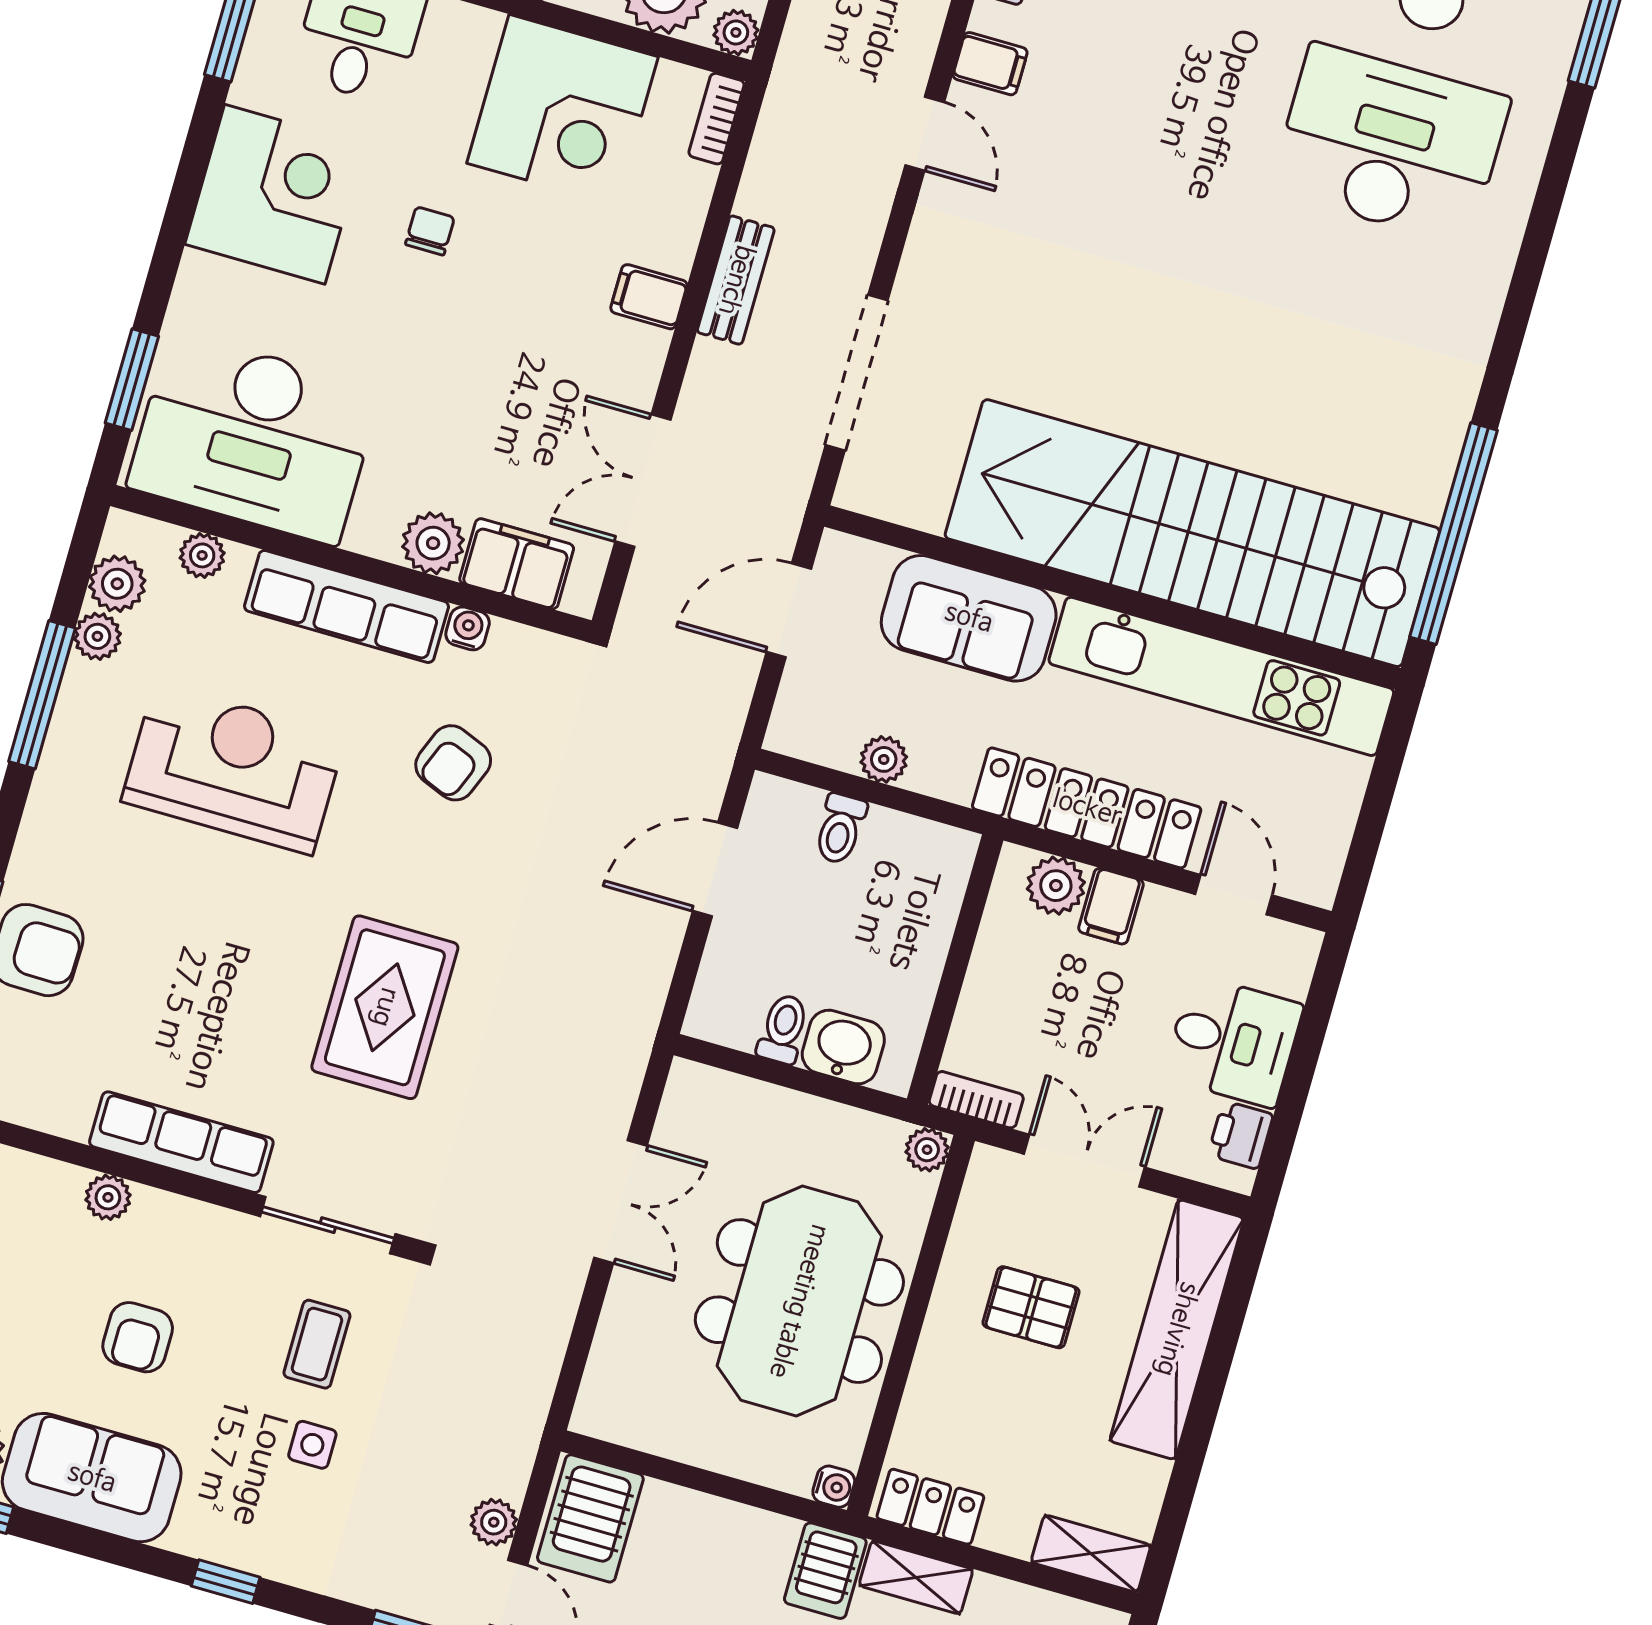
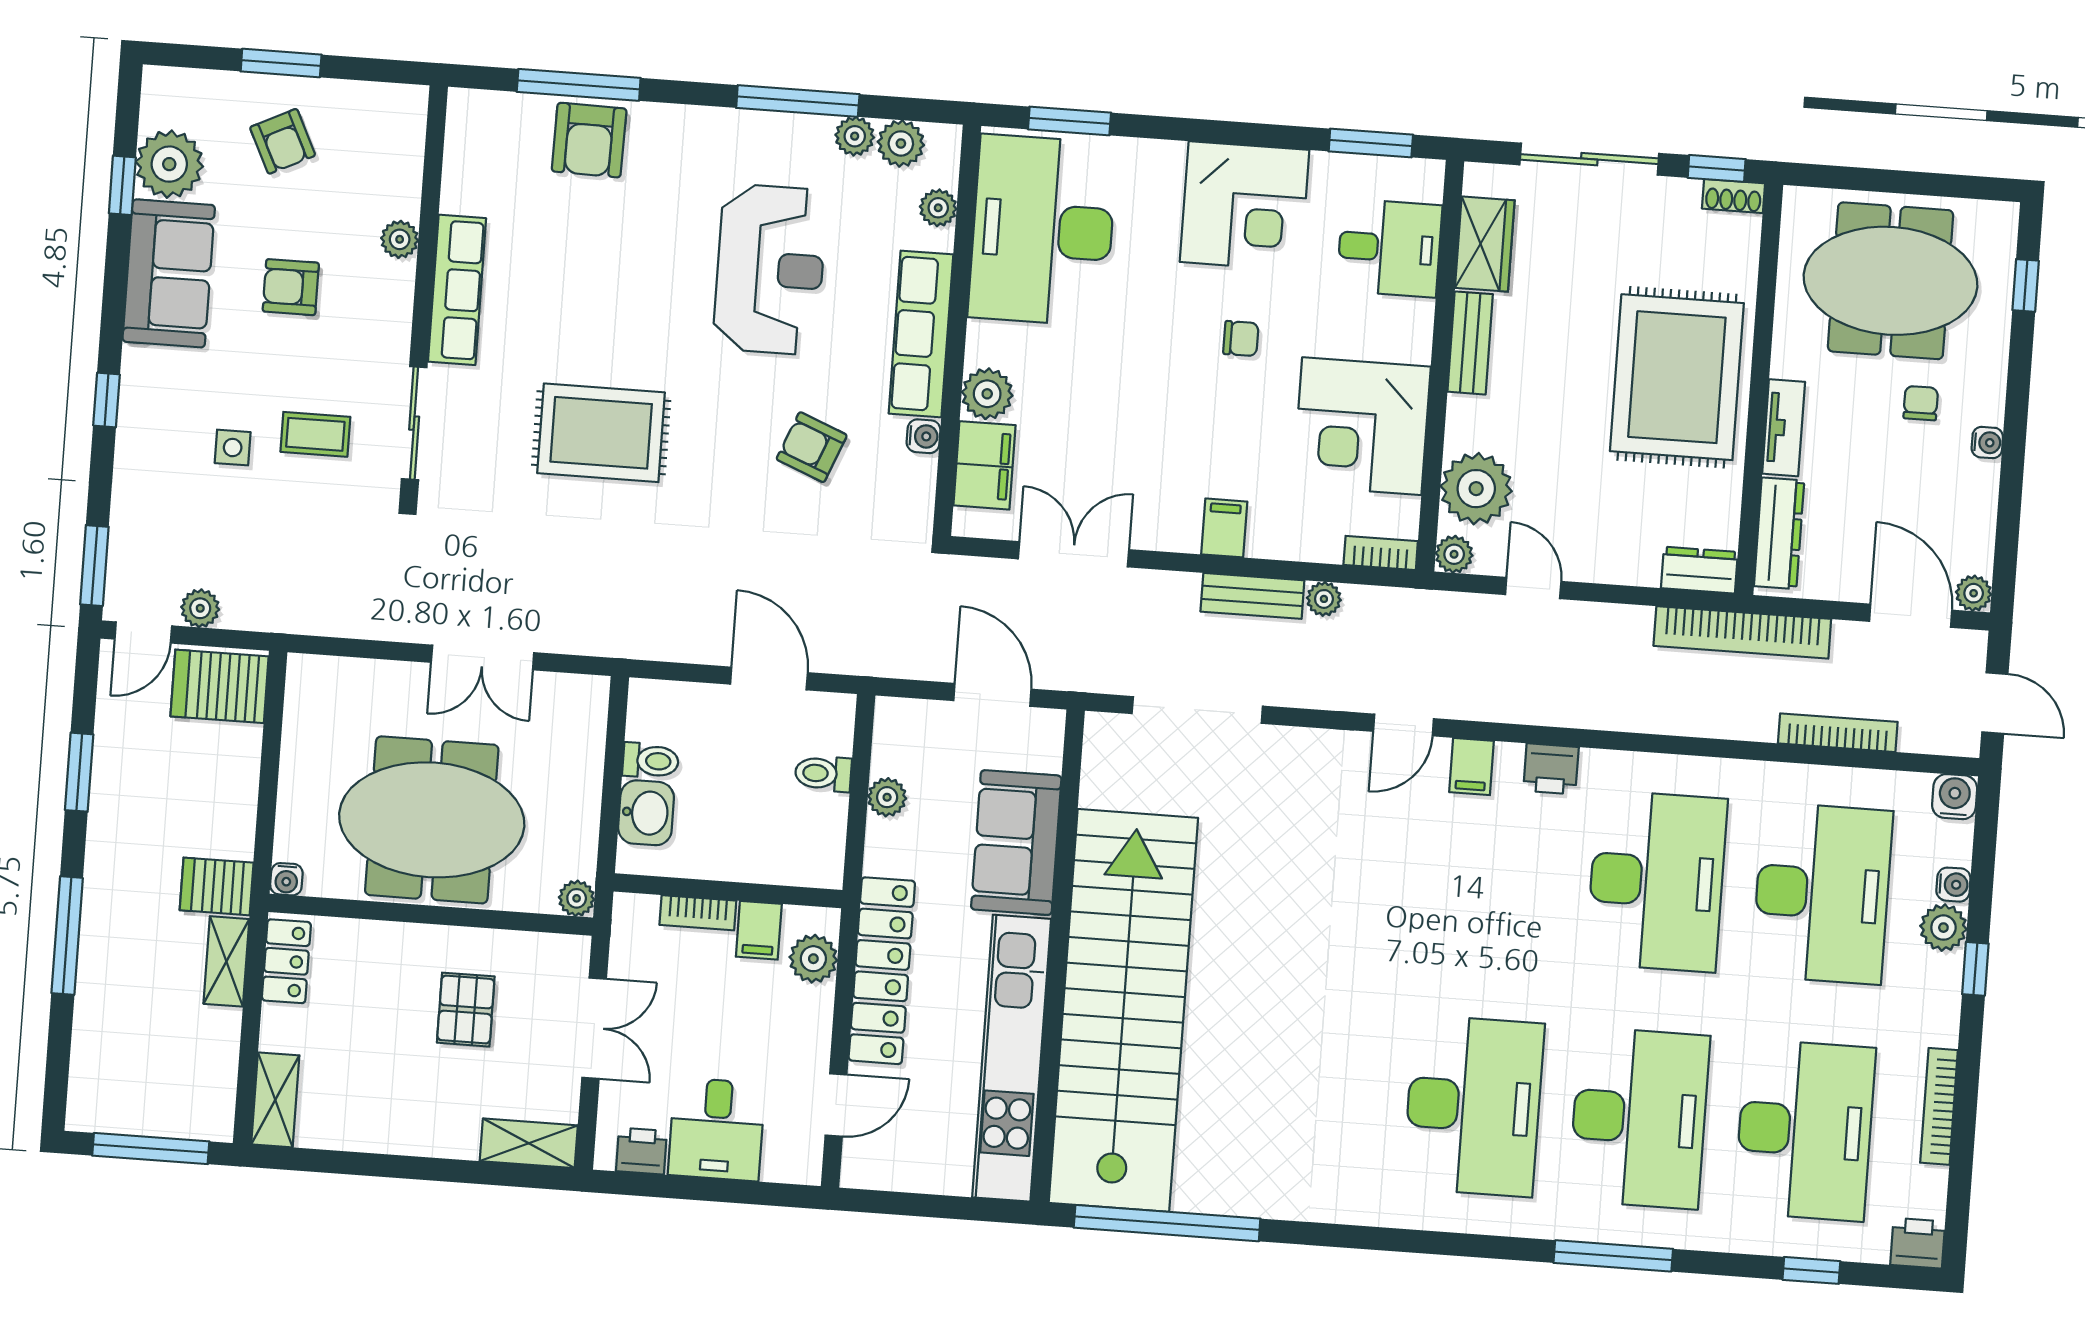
plant: (757, 197) -> (1324, 599), added
filing cabinet: (1111, 906) -> (759, 930), moved, turned -90
bookcase: (976, 1100) -> (698, 913), moved, turned 90
shelving: (1177, 1329) -> (529, 1143), width x0.45, depth x0.75

